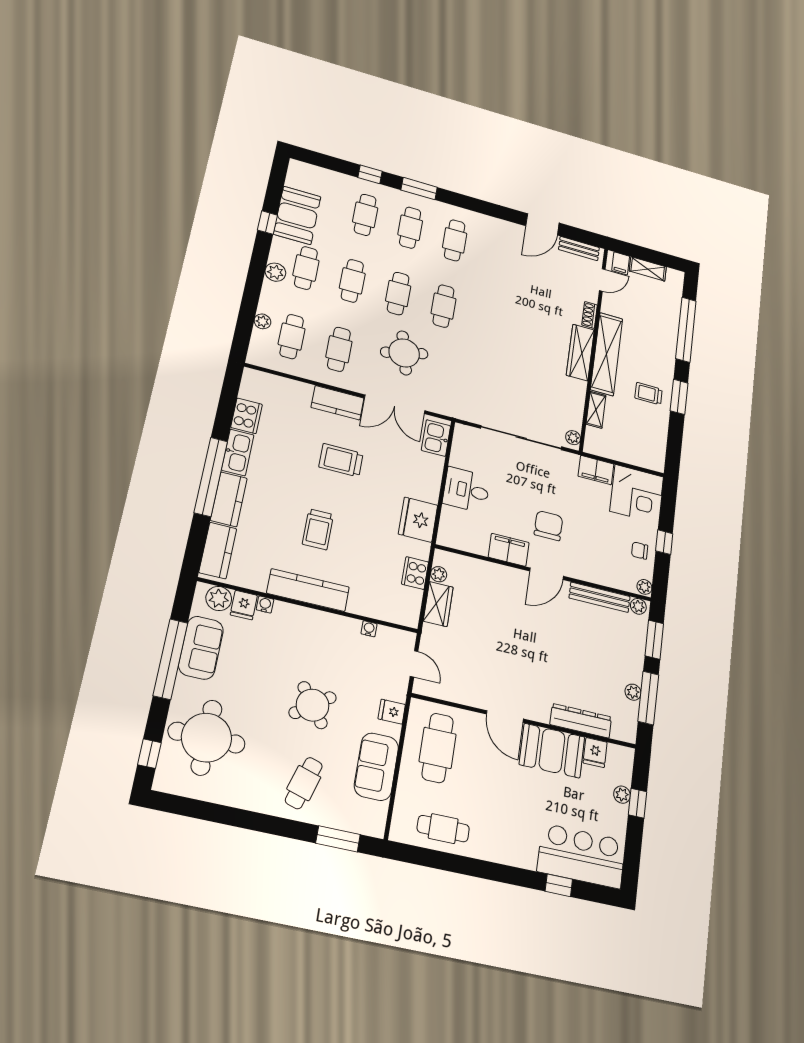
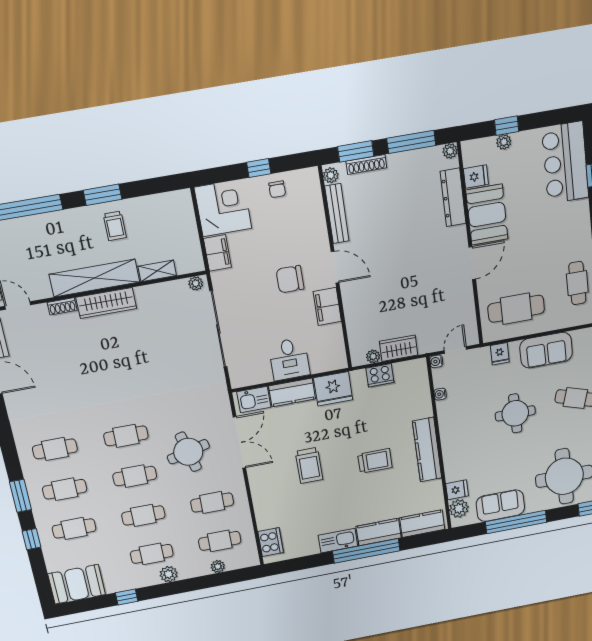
booth: (297, 215) -> (77, 584), moved
kitchen counter: (337, 403) -> (292, 392), moved, turned 90
cooker: (247, 416) -> (271, 542), moved, turned 90
plant: (644, 587) -> (310, 175), removed
water cooler: (265, 605) -> (436, 361), moved
shoe rack: (639, 645) -> (366, 164), added
plant: (633, 692) -> (450, 151), moved
round table: (313, 705) -> (515, 413), turned 36

